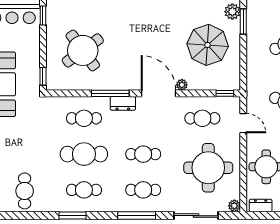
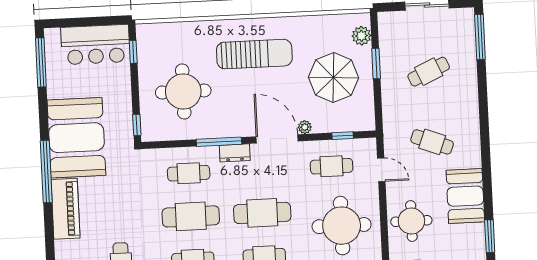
window: (243, 21) -> (376, 64), moved
sun lounger: (143, 22) -> (254, 54), added
round table: (83, 50) -> (183, 91), turned 36
window: (225, 93) -> (343, 136), moved
cafe table: (143, 154) -> (262, 213), width x1.37, depth x1.35

